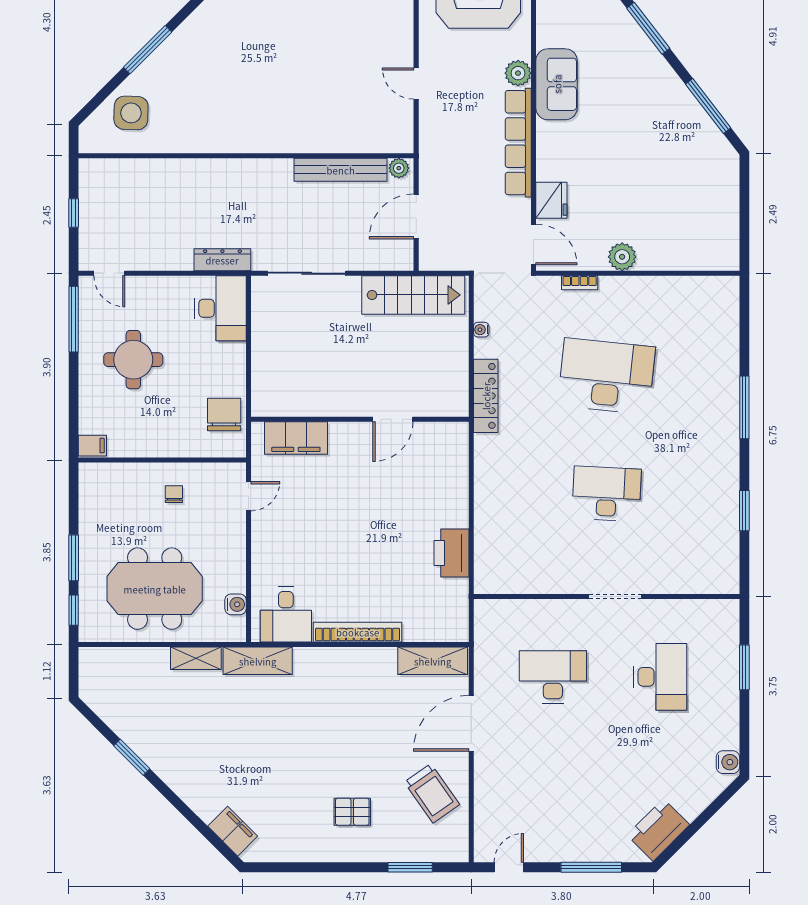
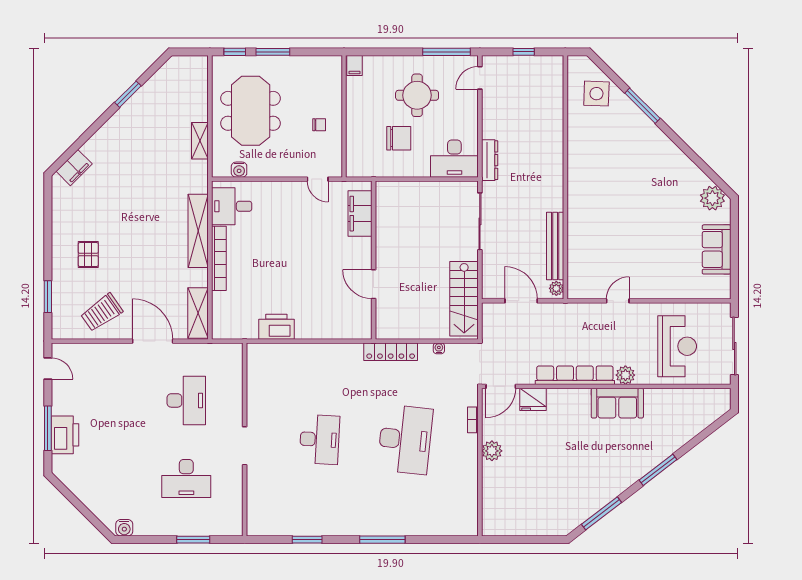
chair: (224, 415) -> (399, 138), moved
shelving: (258, 661) -> (198, 231), moved, width x1.47
printer: (658, 830) -> (65, 435), moved, turned 45

